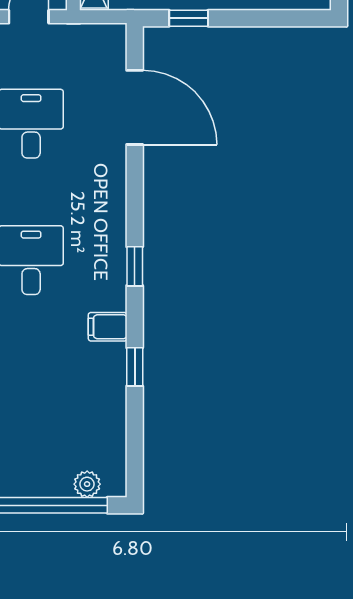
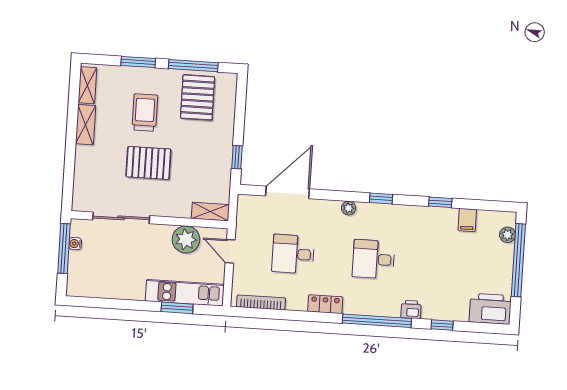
plant: (115, 212) -> (349, 208), added
filing cabinet: (108, 327) -> (467, 220), moved

